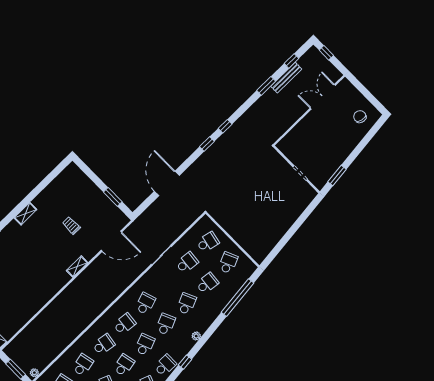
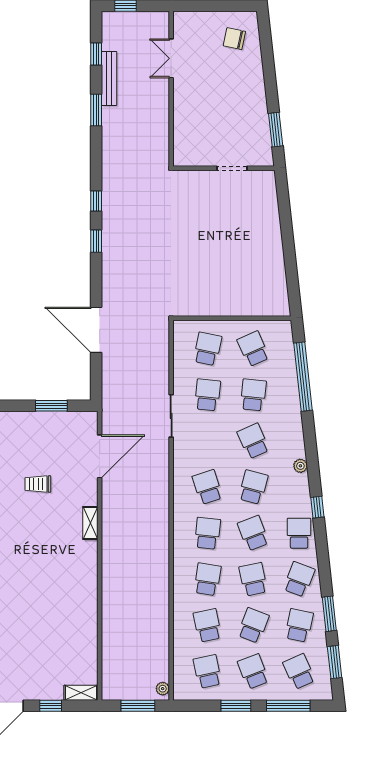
double door: (323, 97) -> (171, 58), width x0.73
school desk: (166, 324) -> (253, 487), turned 39

